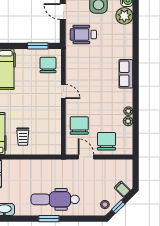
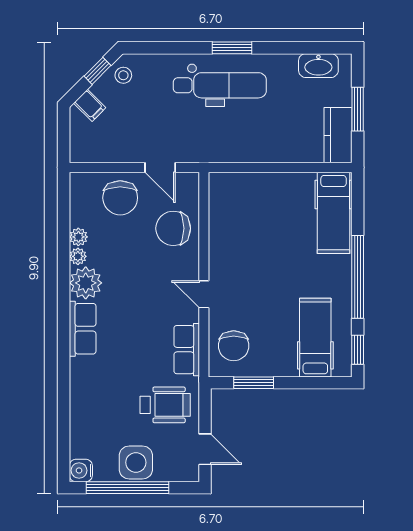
plant: (124, 16) -> (86, 283), moved
row of seats: (72, 63) -> (187, 350), added
chair: (79, 126) -> (173, 228), turned 90
trolley: (23, 137) -> (282, 207), removed

